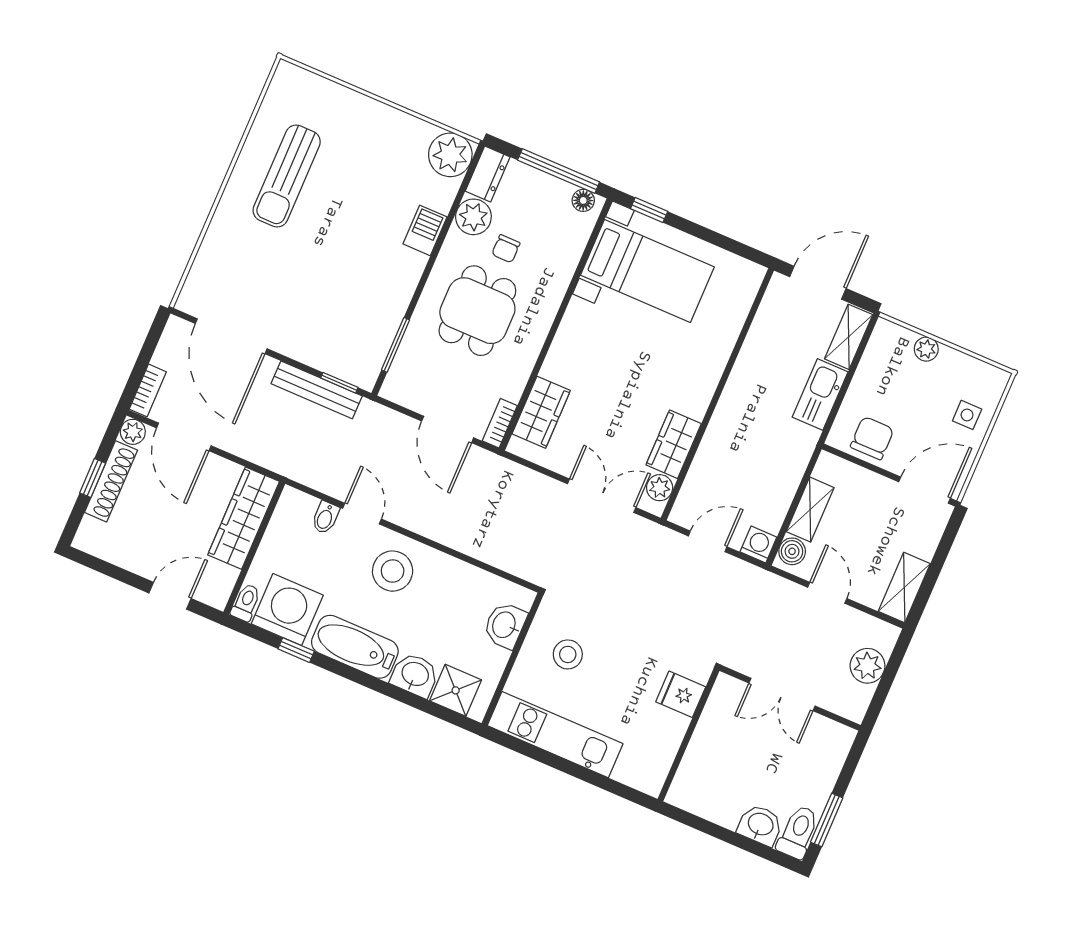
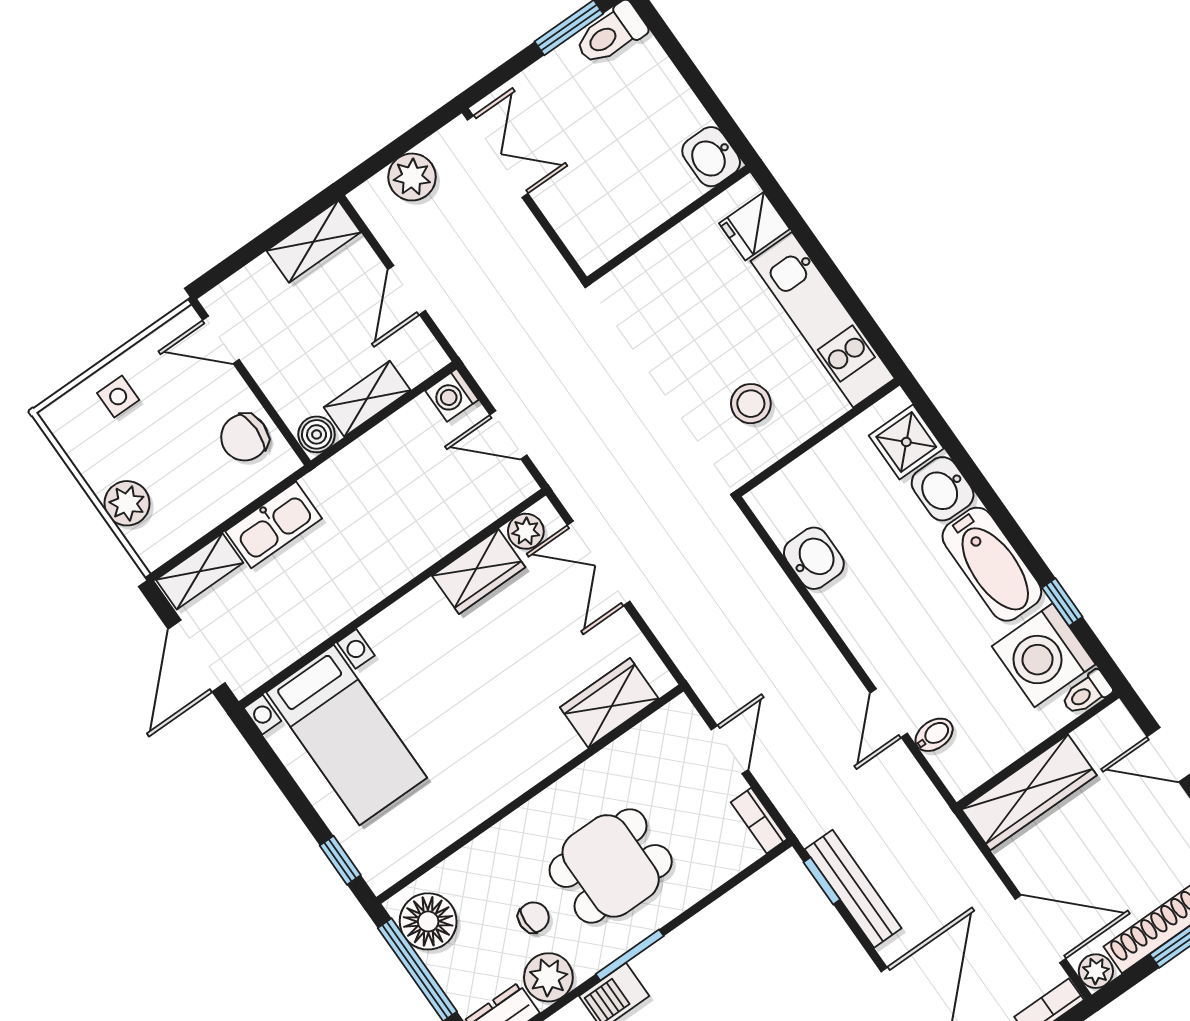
floor lamp: (583, 200) -> (428, 921), width x1.89, depth x1.89
bed with nightstands: (647, 271) -> (347, 735), moved, turned 180
door: (818, 283) -> (197, 656), hinge flipped
window: (396, 345) -> (630, 955), moved
plant: (926, 349) -> (127, 503), width x1.38, depth x1.38
bookcase: (500, 423) -> (759, 821), moved, turned 90
door: (448, 429) -> (730, 750), width x0.73
door: (184, 437) -> (1040, 929), hinge flipped
door: (924, 490) -> (221, 340), width x0.73
boiler: (792, 551) -> (317, 434), moved
stool: (393, 571) -> (894, 625), removed
washbasin: (505, 625) -> (814, 558), moved, turned -90
fridge: (681, 694) -> (754, 226), moved, turned 90
double door: (782, 694) -> (498, 157), moved
washbasin: (760, 825) -> (711, 157), moved

